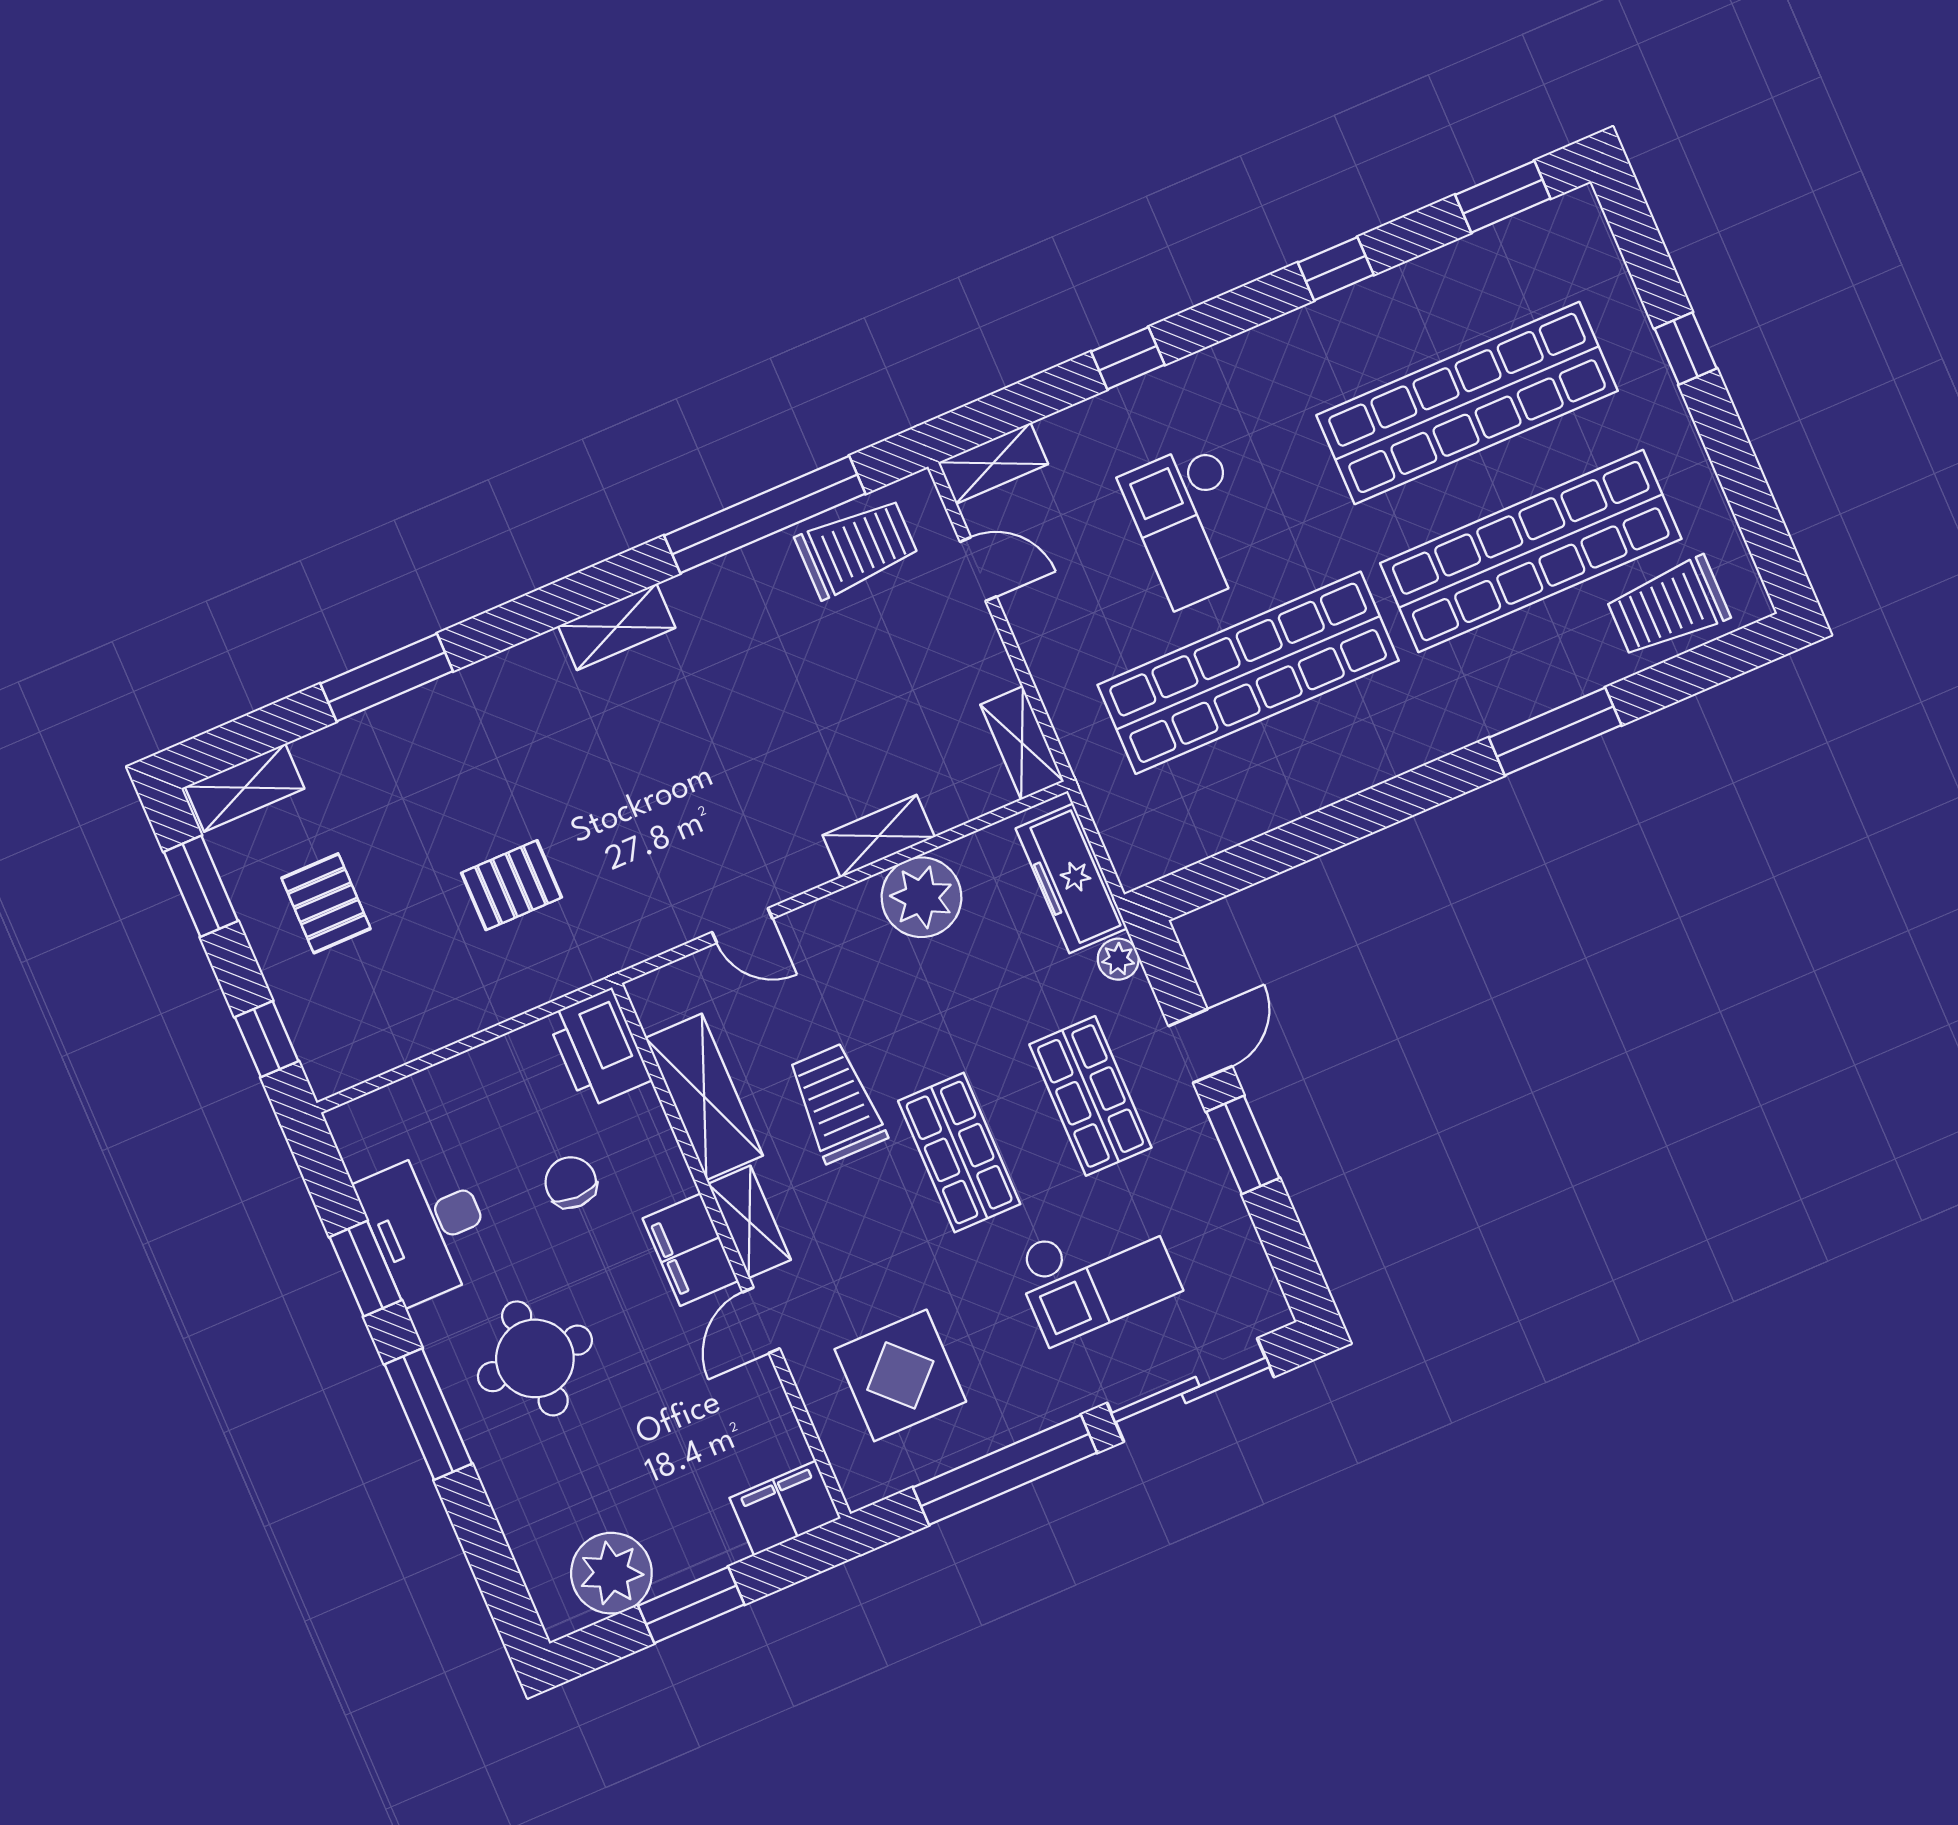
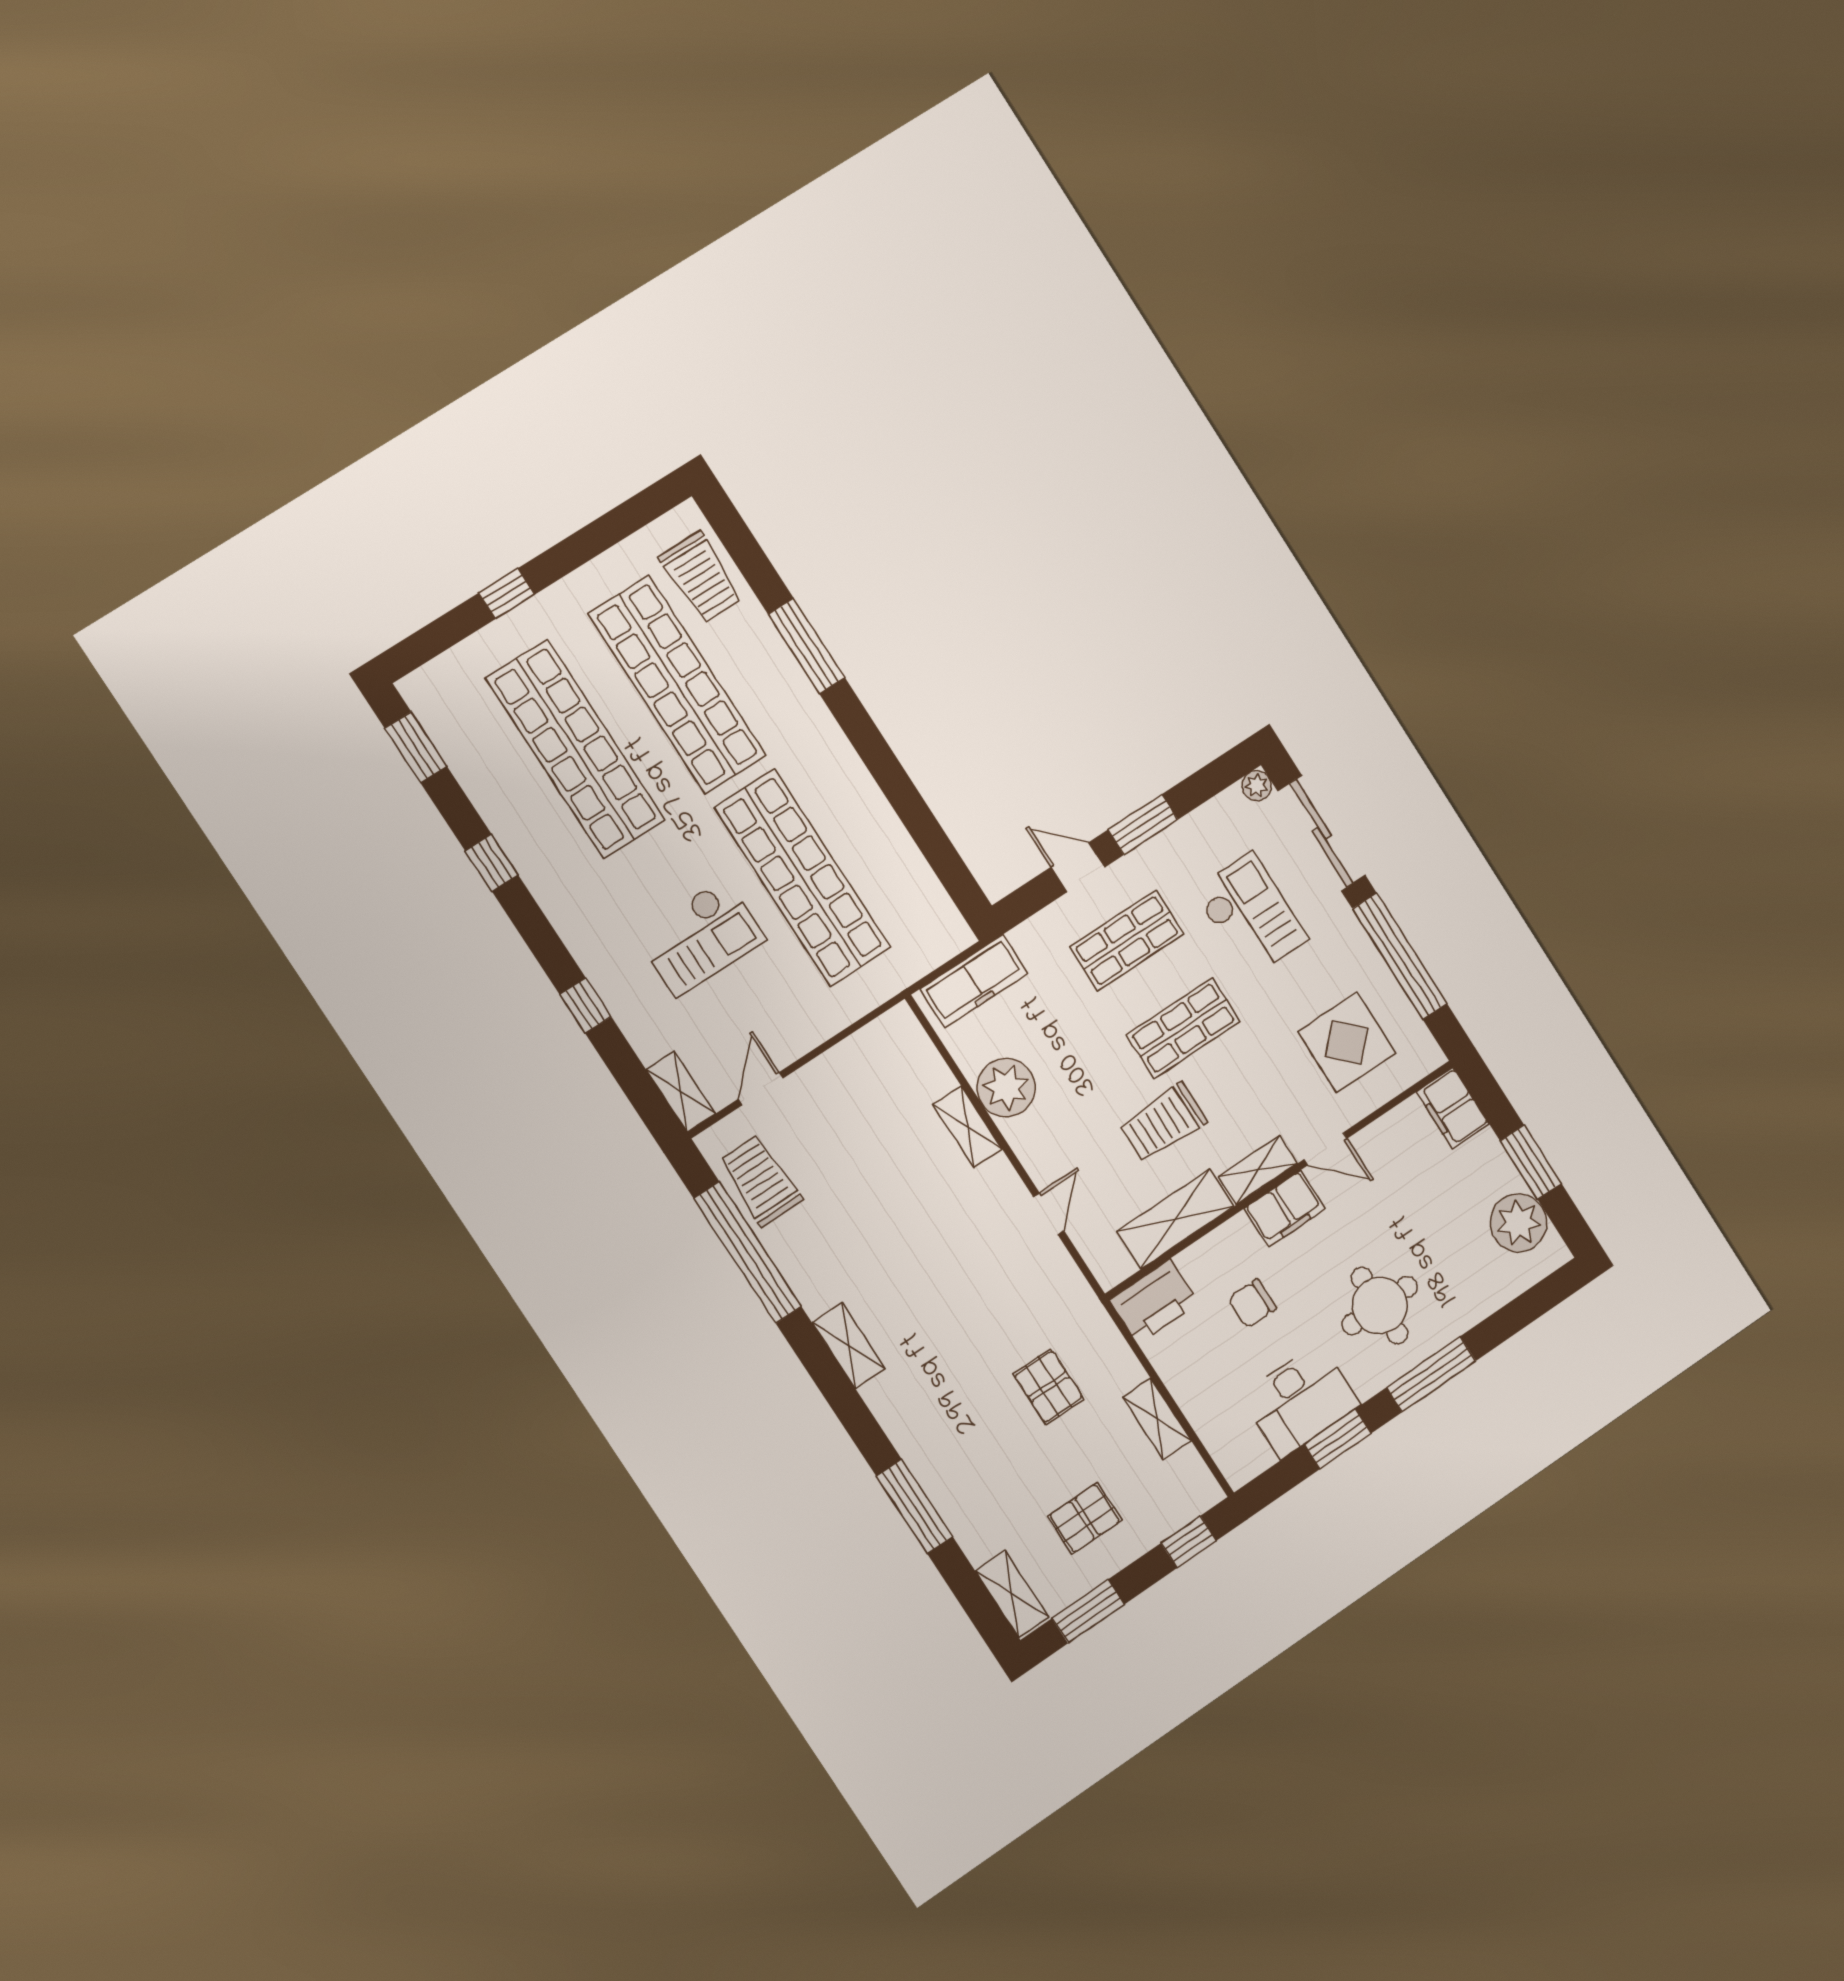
shelving: (1022, 743) -> (1157, 1419), moved, turned 90
plant: (1118, 959) -> (1257, 786), moved

